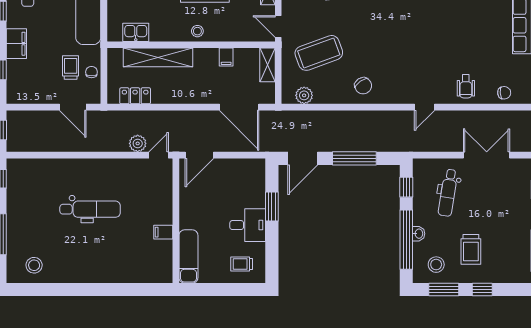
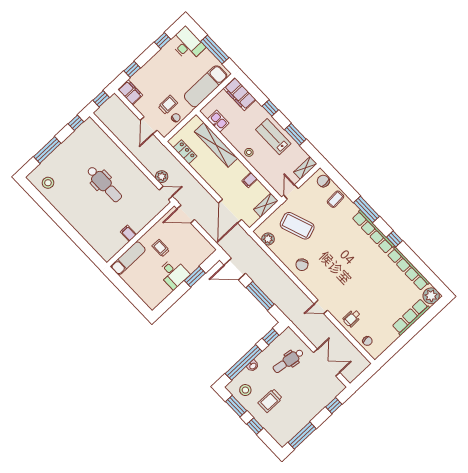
filing cabinet: (16, 44) -> (130, 92), moved, turned -90
trolley: (242, 264) -> (161, 248), moved

